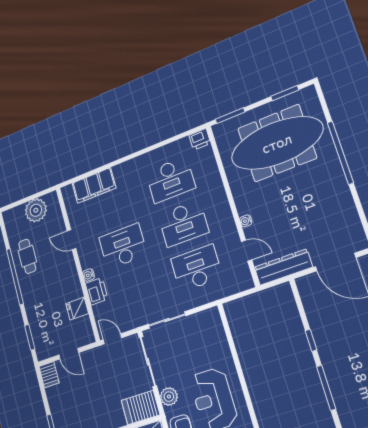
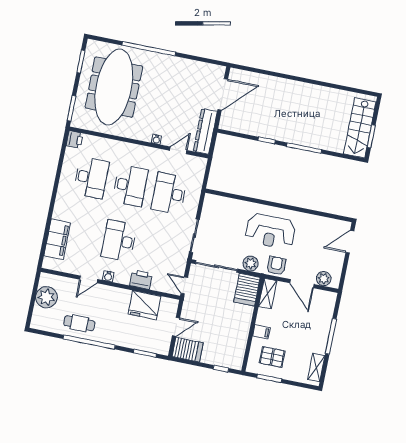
water cooler: (89, 275) -> (108, 276), moved
fridge: (77, 309) -> (145, 305), width x1.88, depth x1.34
door: (113, 339) -> (184, 285), hinge flipped
server rack: (49, 375) -> (188, 350), width x1.36, depth x1.44

